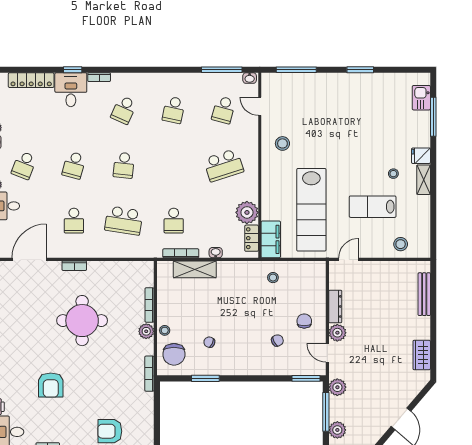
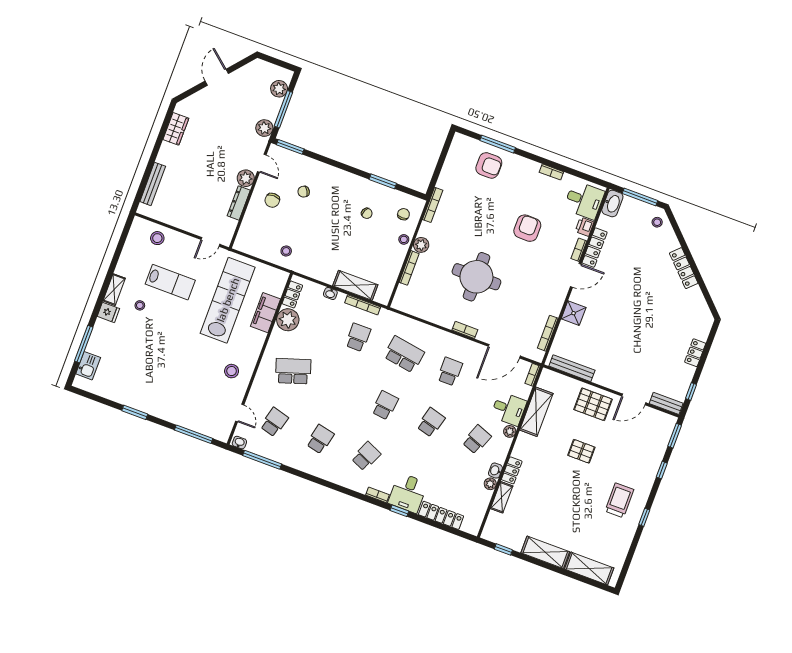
filing cabinet: (271, 239) -> (265, 313), moved
chair: (174, 354) -> (403, 214), width x0.54, depth x0.54

